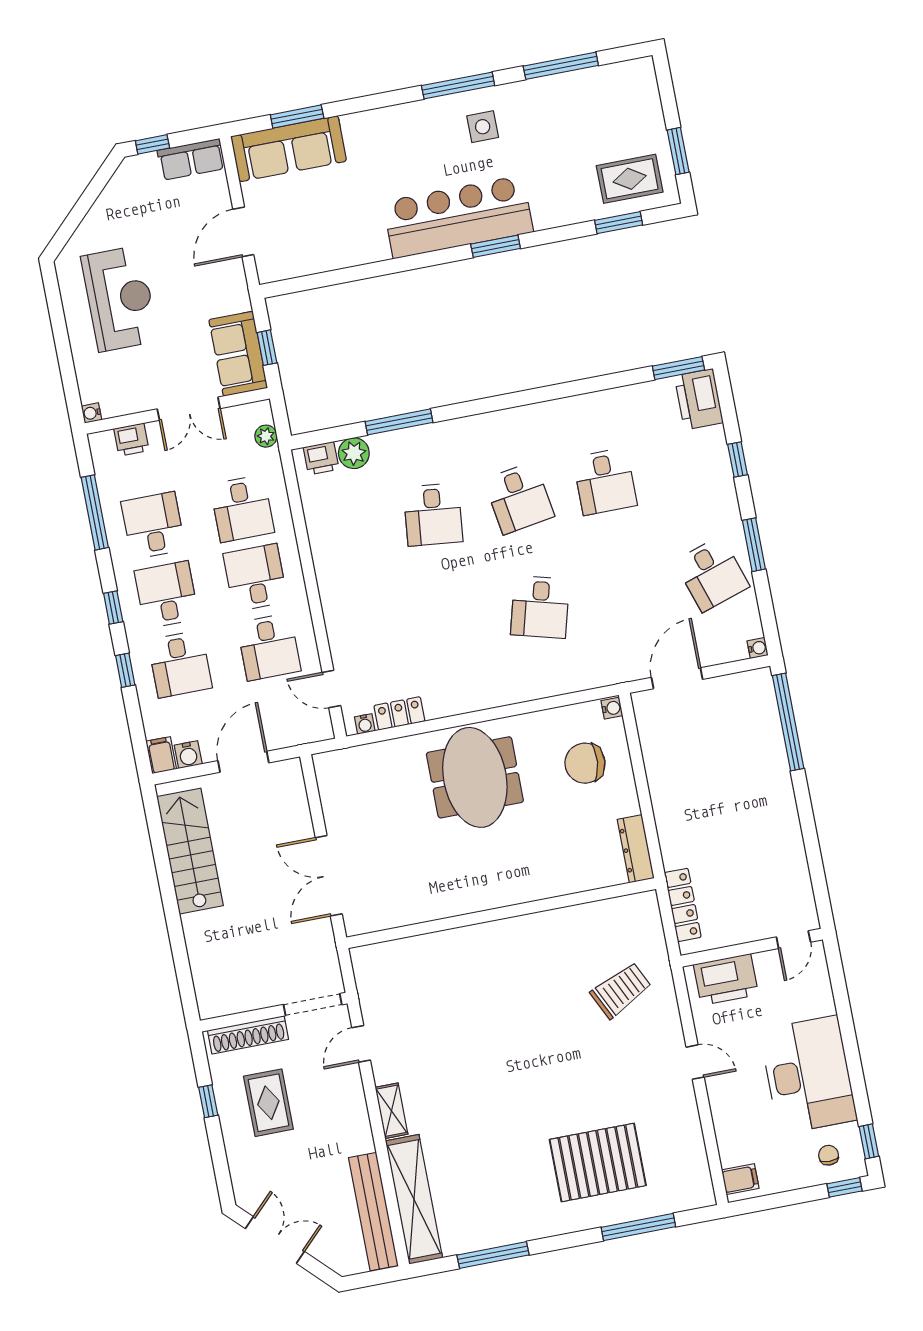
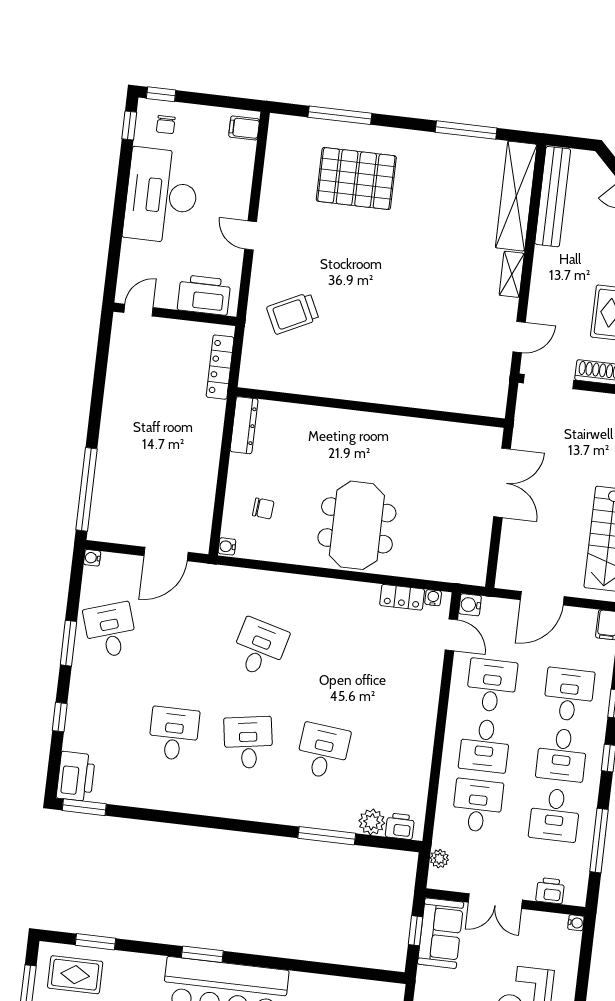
double door: (189, 409) -> (495, 901), swing flipped
water cooler: (188, 755) -> (470, 605), moved, turned -90
chair: (585, 763) -> (263, 508), width x0.54, depth x0.54

